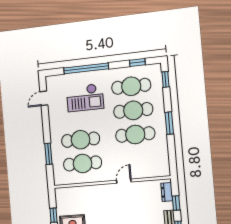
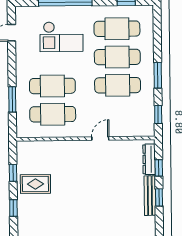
window: (166, 79) -> (158, 115), moved
dresser: (167, 192) -> (149, 159), width x1.44

